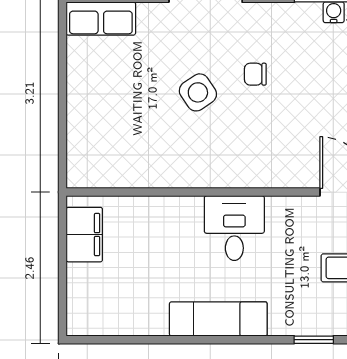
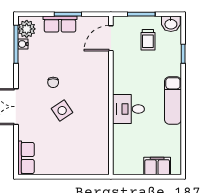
desk: (234, 228) -> (128, 109), moved
filing cabinet: (84, 235) -> (157, 166), moved

